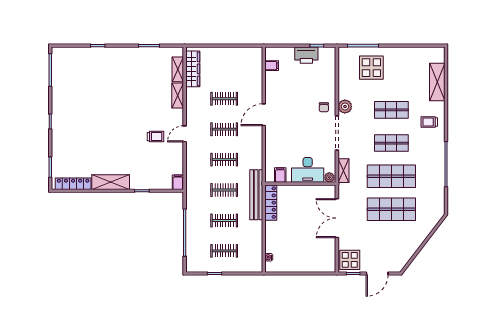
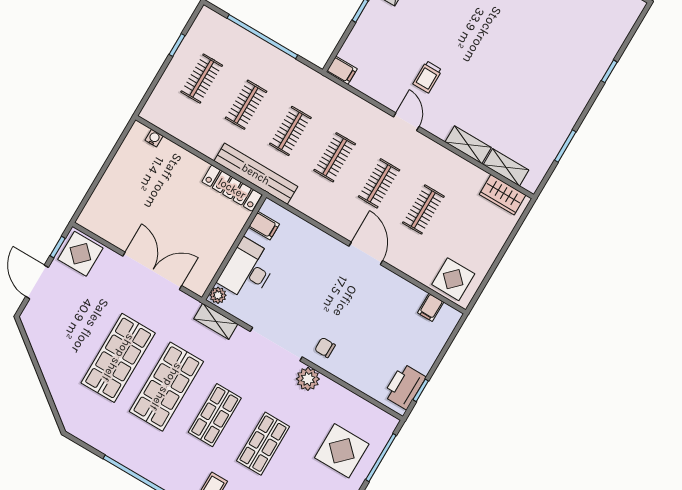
printer: (306, 55) -> (404, 386), moved
display table: (251, 63) -> (453, 279), added
wardrobe: (193, 69) -> (503, 195), width x0.67

